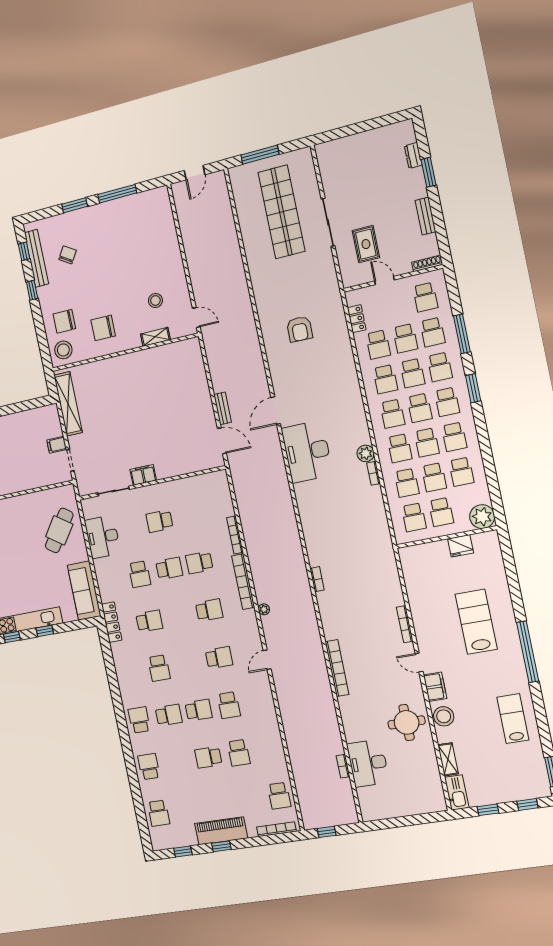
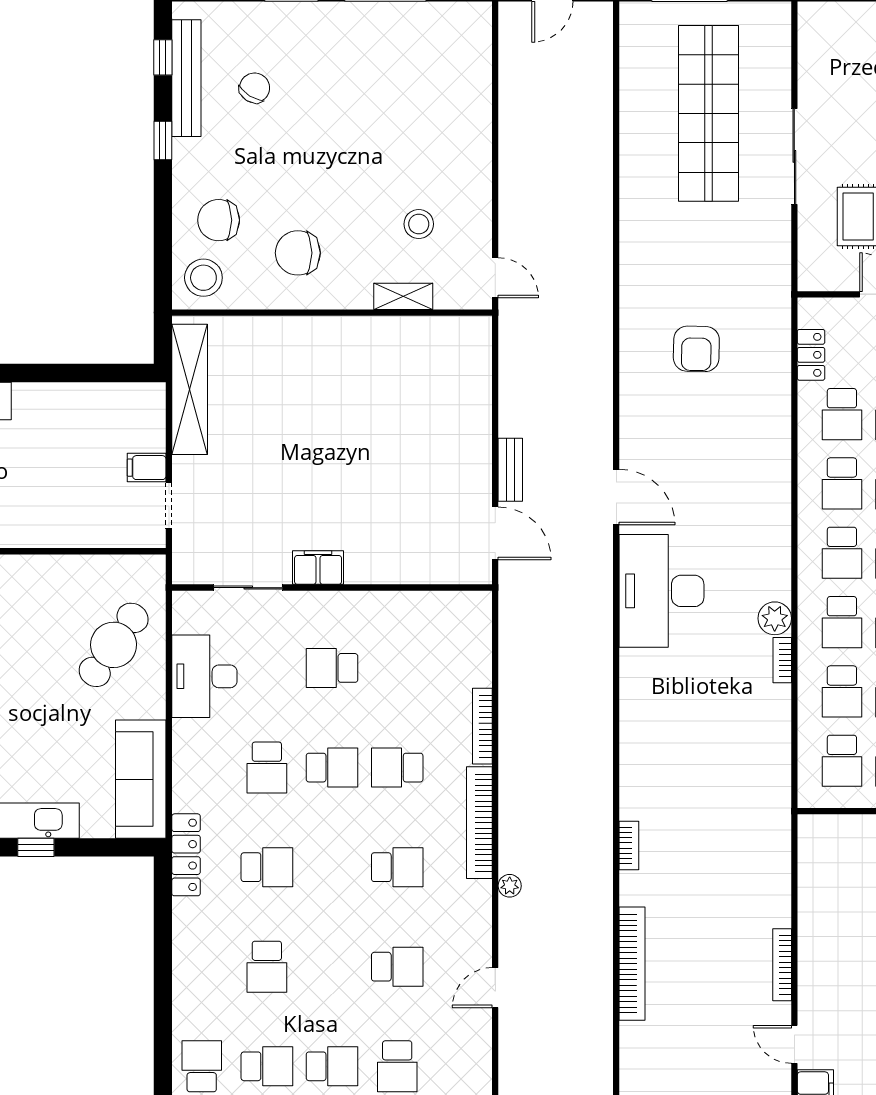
door: (276, 411) -> (616, 497), swing flipped
bookcase: (337, 668) -> (632, 964), moved

